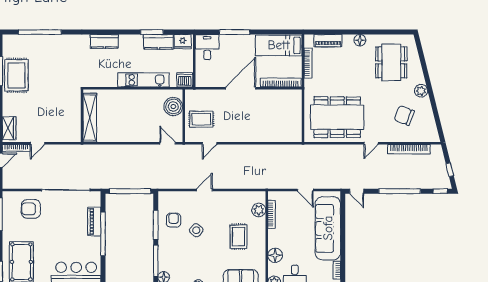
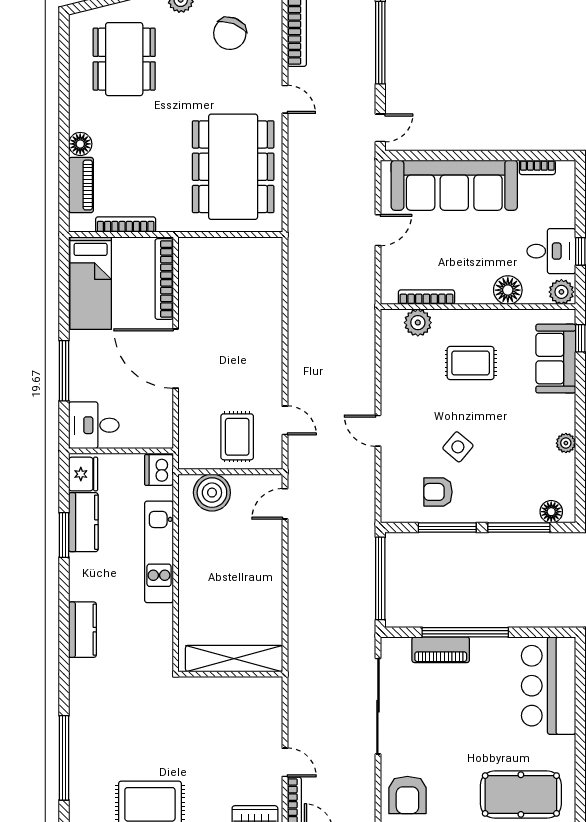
floor lamp: (360, 40) -> (80, 144), moved
dining table: (391, 62) -> (124, 59), turned 90
armchair: (31, 209) -> (407, 795), moved

